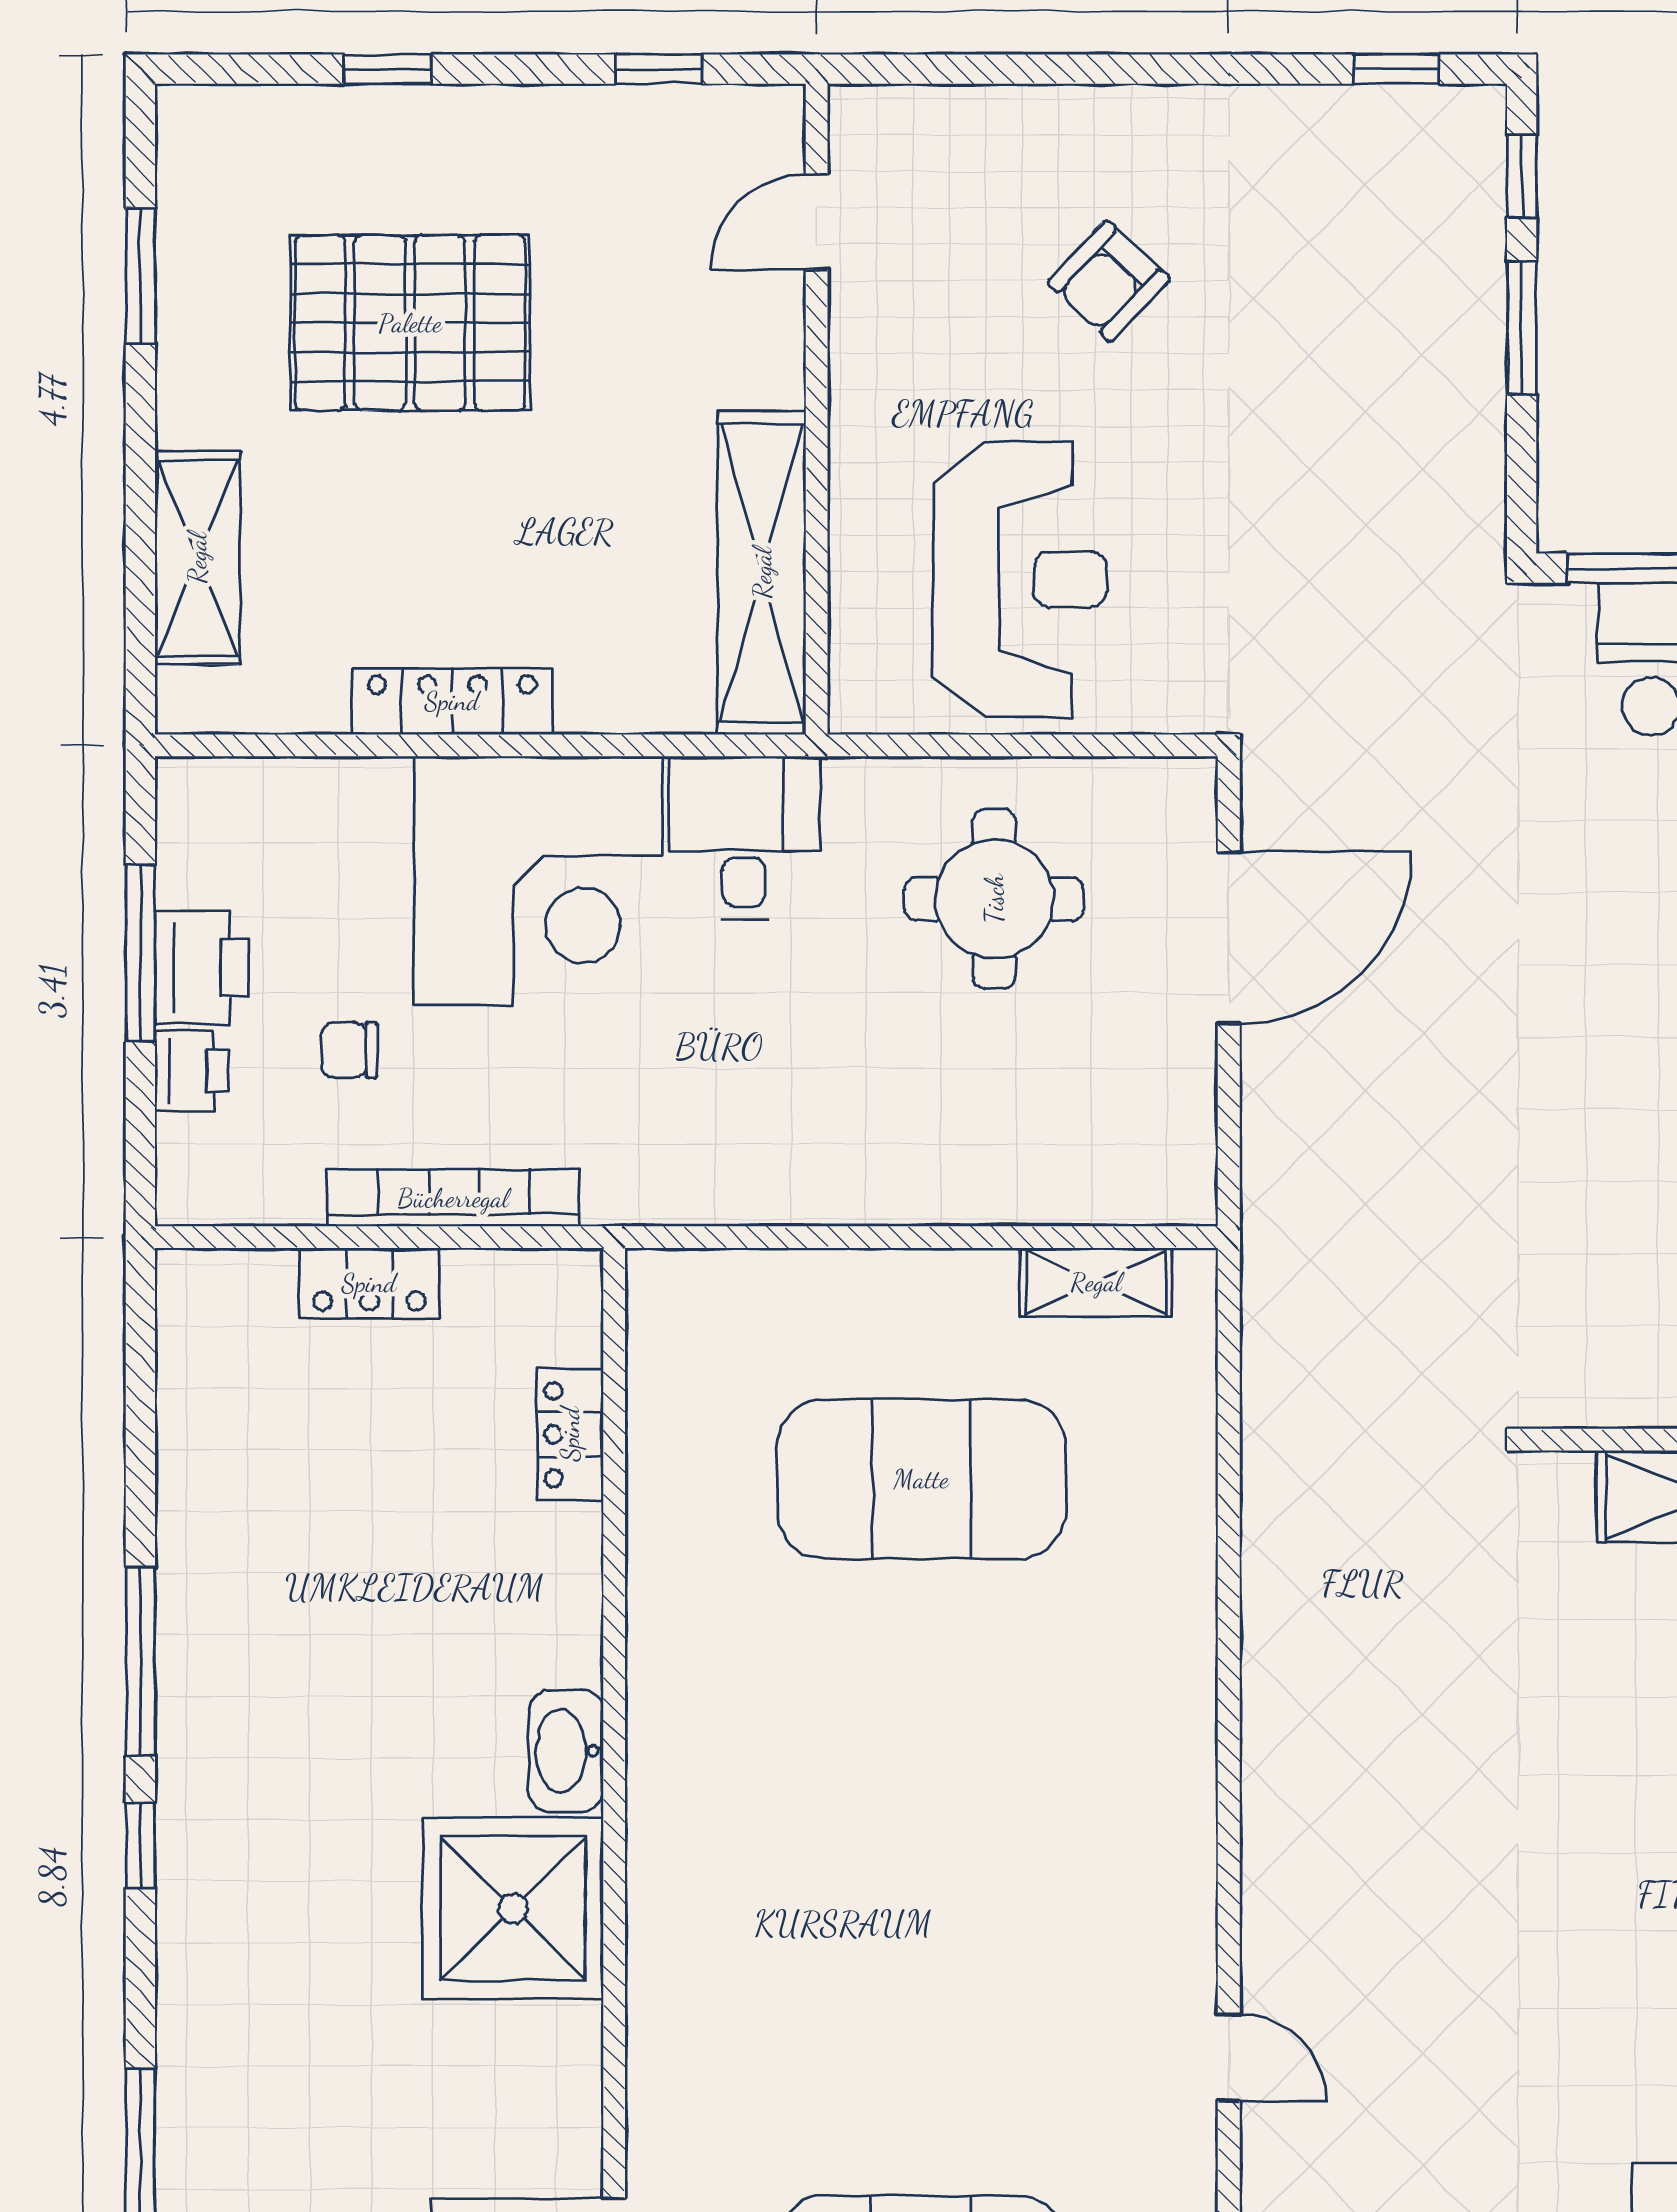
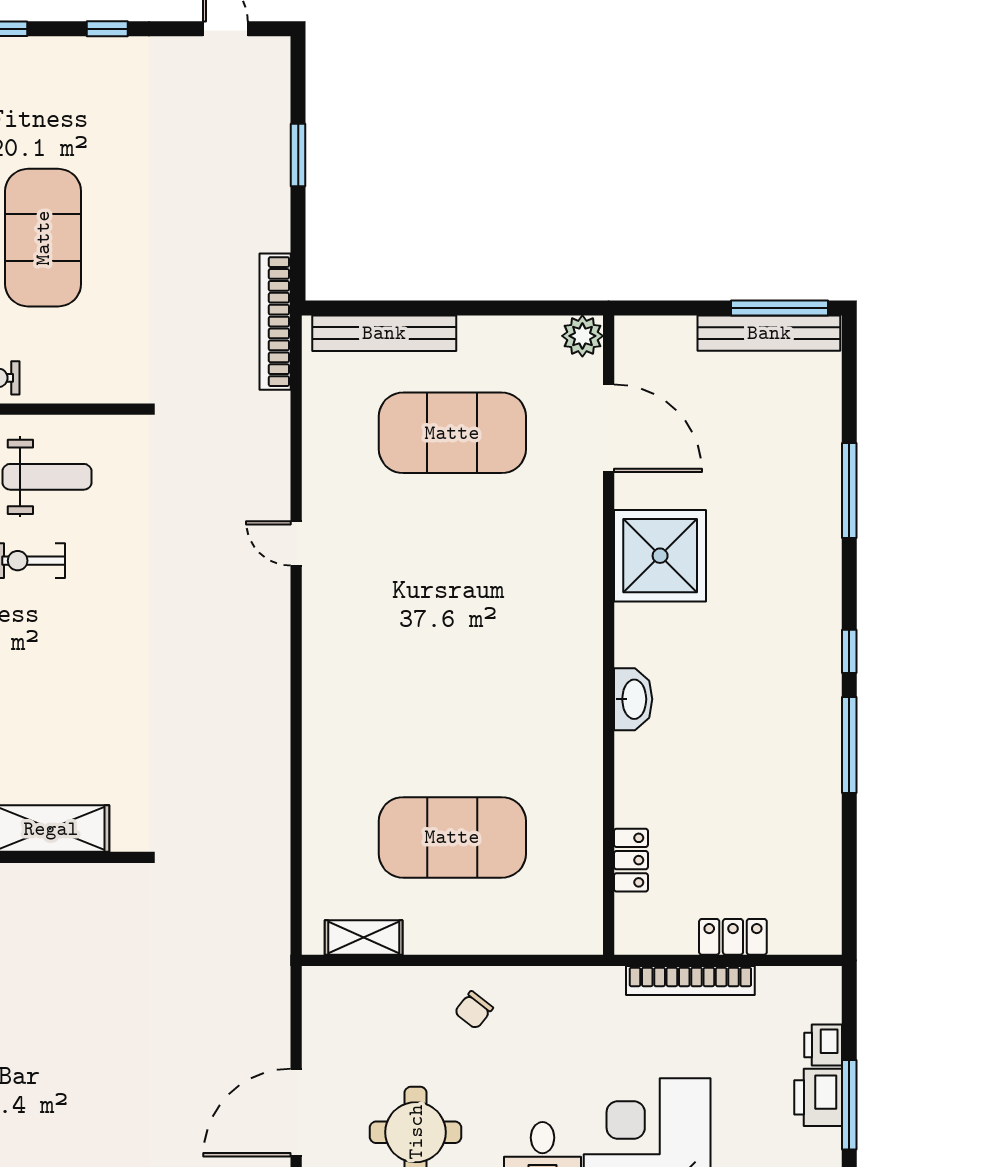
chair: (349, 1050) -> (474, 1010), moved, turned 128
shower: (513, 1908) -> (660, 556), moved

